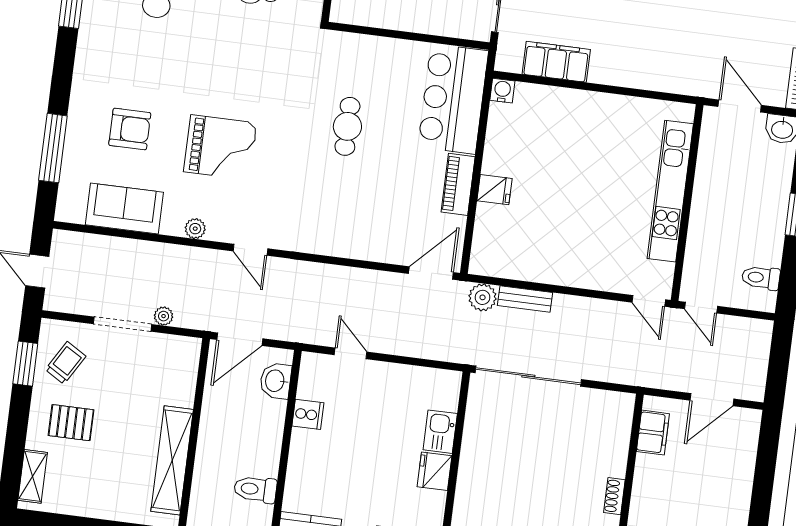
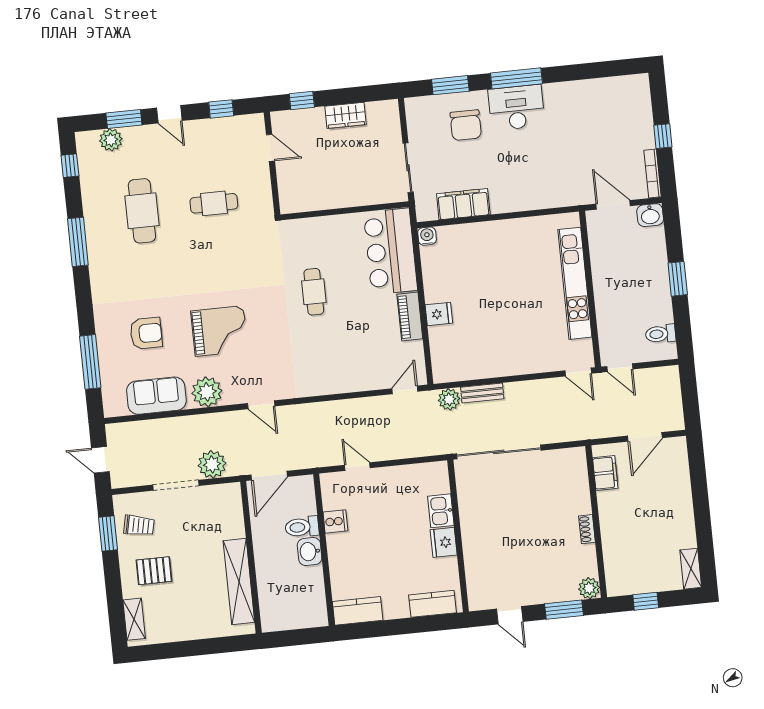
plant: (195, 229) -> (207, 392), width x1.88, depth x1.88
door: (431, 273) -> (405, 390), width x0.73
plant: (164, 316) -> (212, 464), width x1.88, depth x1.88
trolley: (66, 363) -> (139, 526), turned 71
washbasin: (276, 381) -> (310, 552), moved
toilet: (255, 489) -> (302, 527), moved

